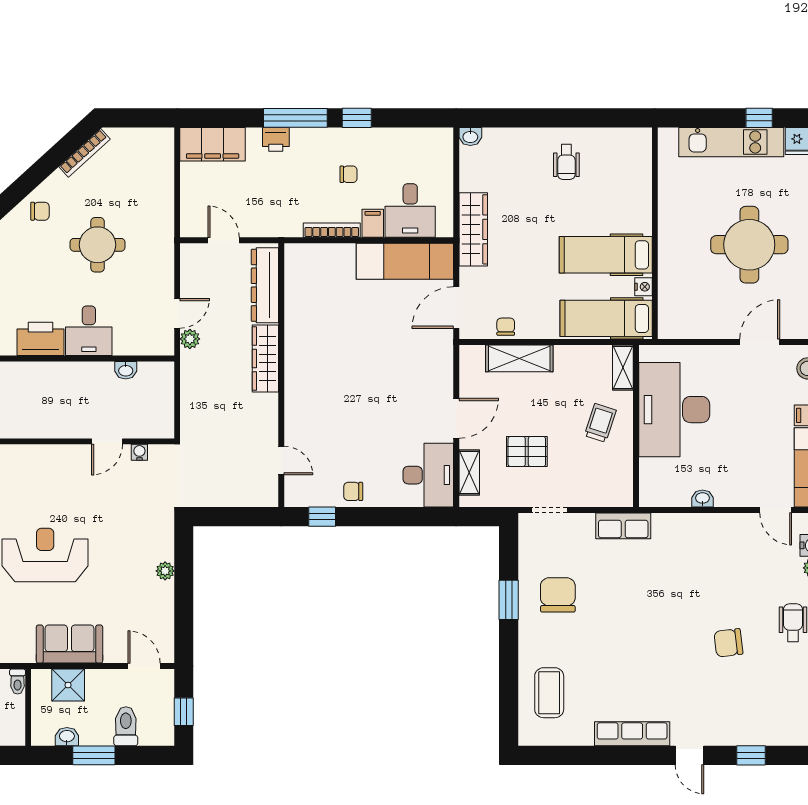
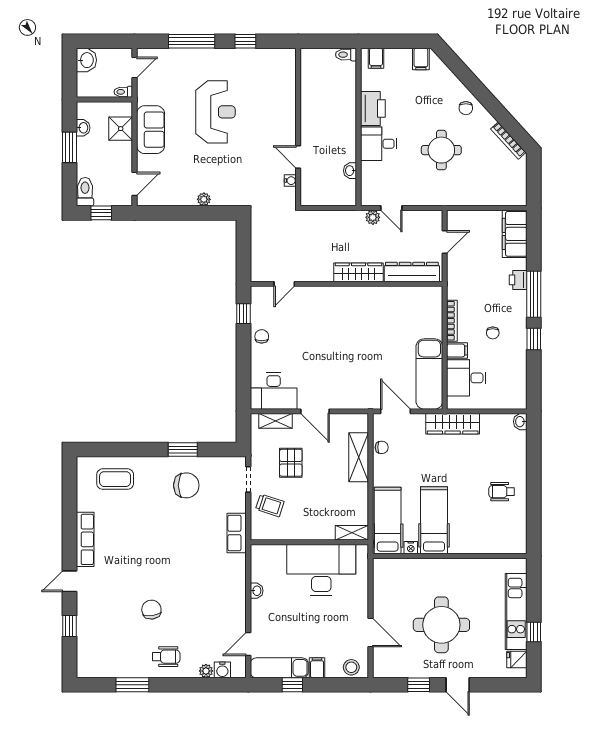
trolley: (600, 423) -> (270, 505), moved
toilet: (126, 726) -> (85, 192), moved, turned -90

